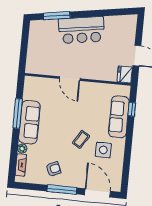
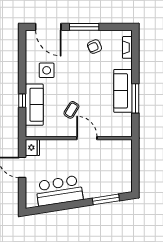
bar counter: (81, 30) -> (59, 191), moved
window: (132, 109) -> (22, 101), moved
coffee table: (81, 139) -> (71, 110), moved
plant: (22, 149) -> (128, 64), removed

